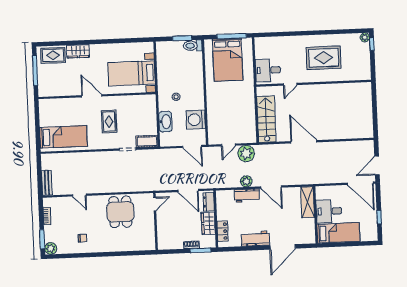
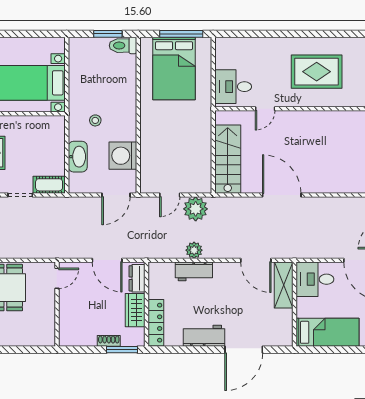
door: (192, 146) -> (116, 195), hinge flipped
door: (271, 187) -> (256, 260), moved
desk: (329, 211) -> (315, 279), moved
locker: (223, 231) -> (156, 323), width x1.53

